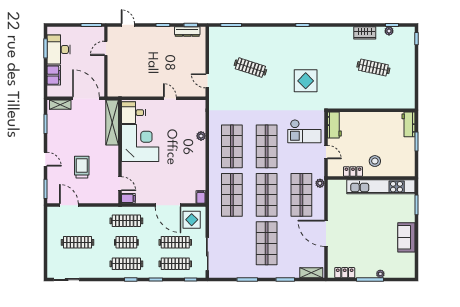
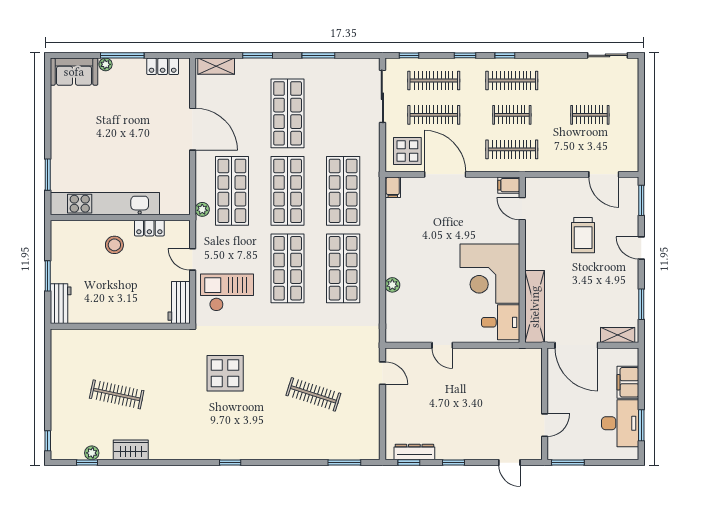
sofa: (406, 237) -> (74, 72), moved, turned 90
clothes rail: (78, 242) -> (590, 115), width x0.73

